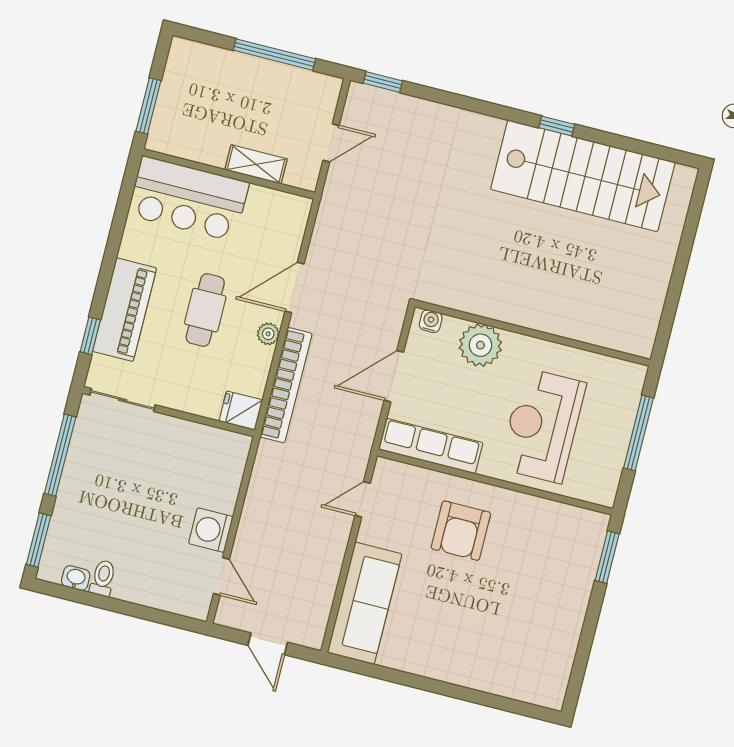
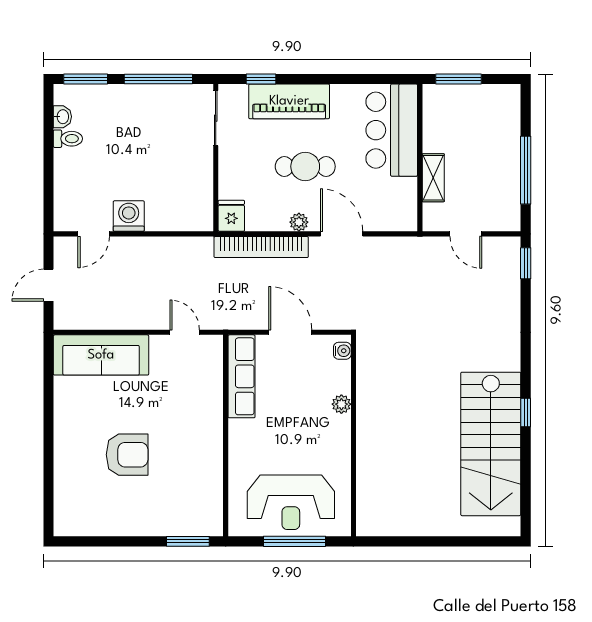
plant: (480, 345) -> (341, 404), width x0.53, depth x0.53
reception desk: (542, 426) -> (291, 502), moved, turned 180
armchair: (461, 531) -> (127, 455), moved, turned 180

